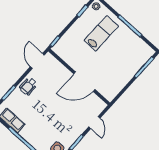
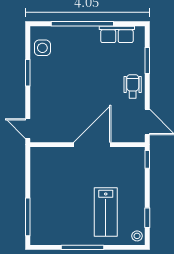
door: (84, 82) -> (92, 145), moved
door: (94, 123) -> (28, 129), moved

